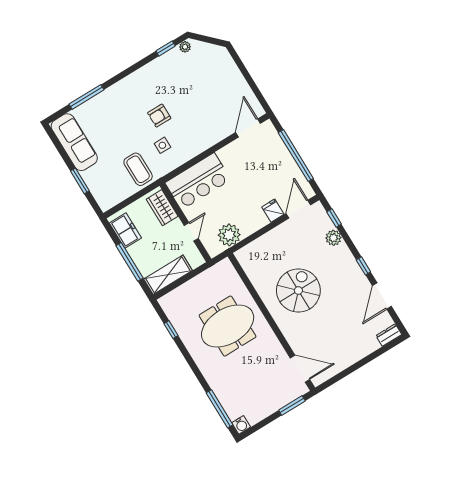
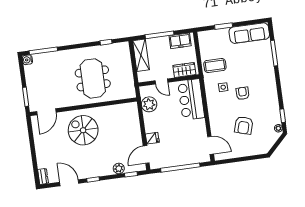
armchair: (202, 95) -> (244, 125), added
door: (298, 209) -> (146, 154), swing flipped
spiral stairs: (298, 291) -> (83, 130), moved, turned 180

